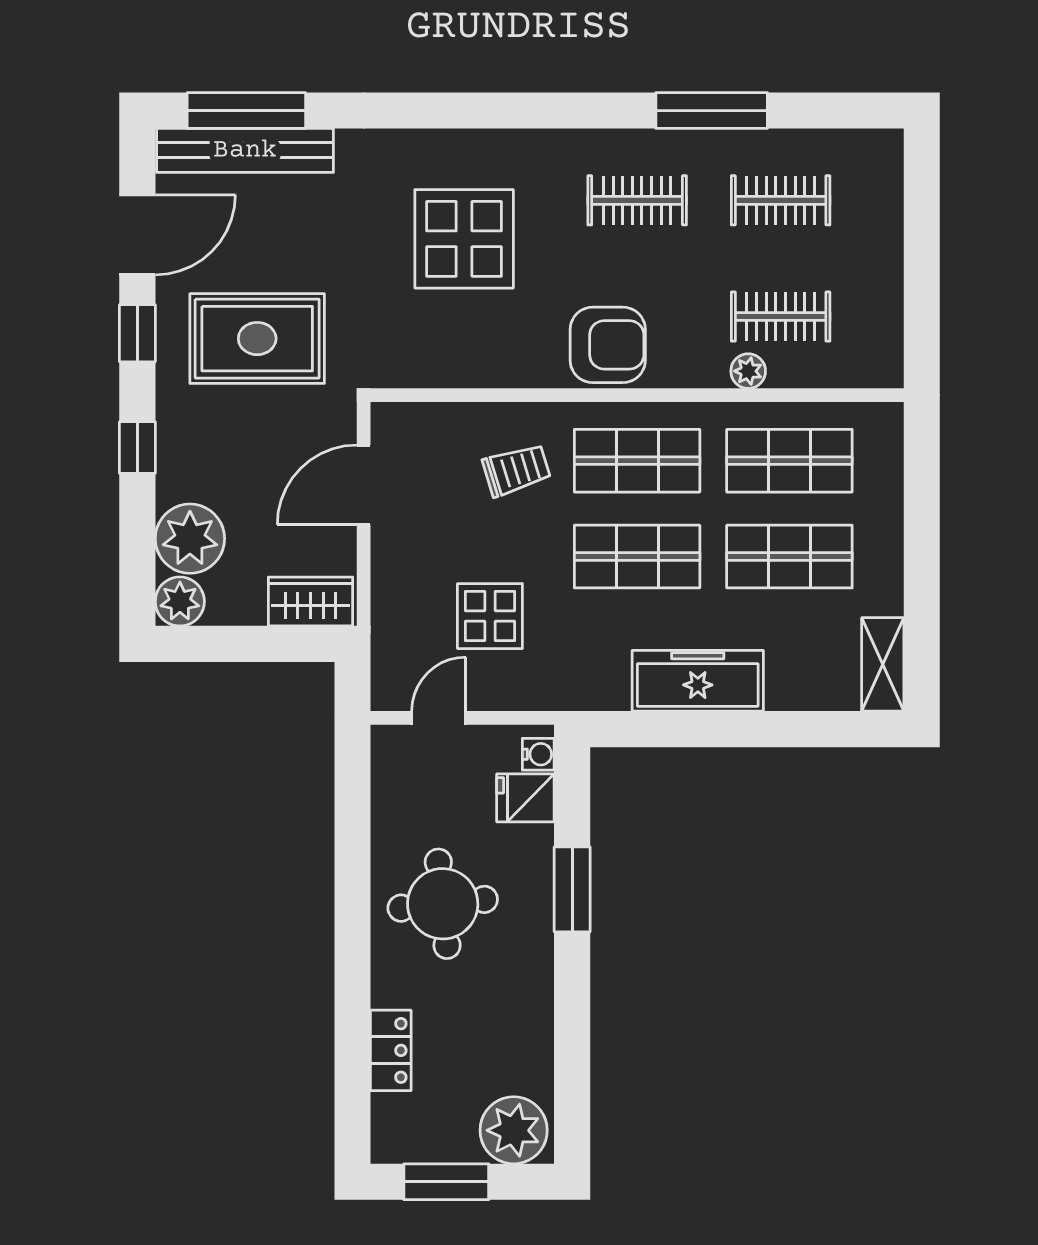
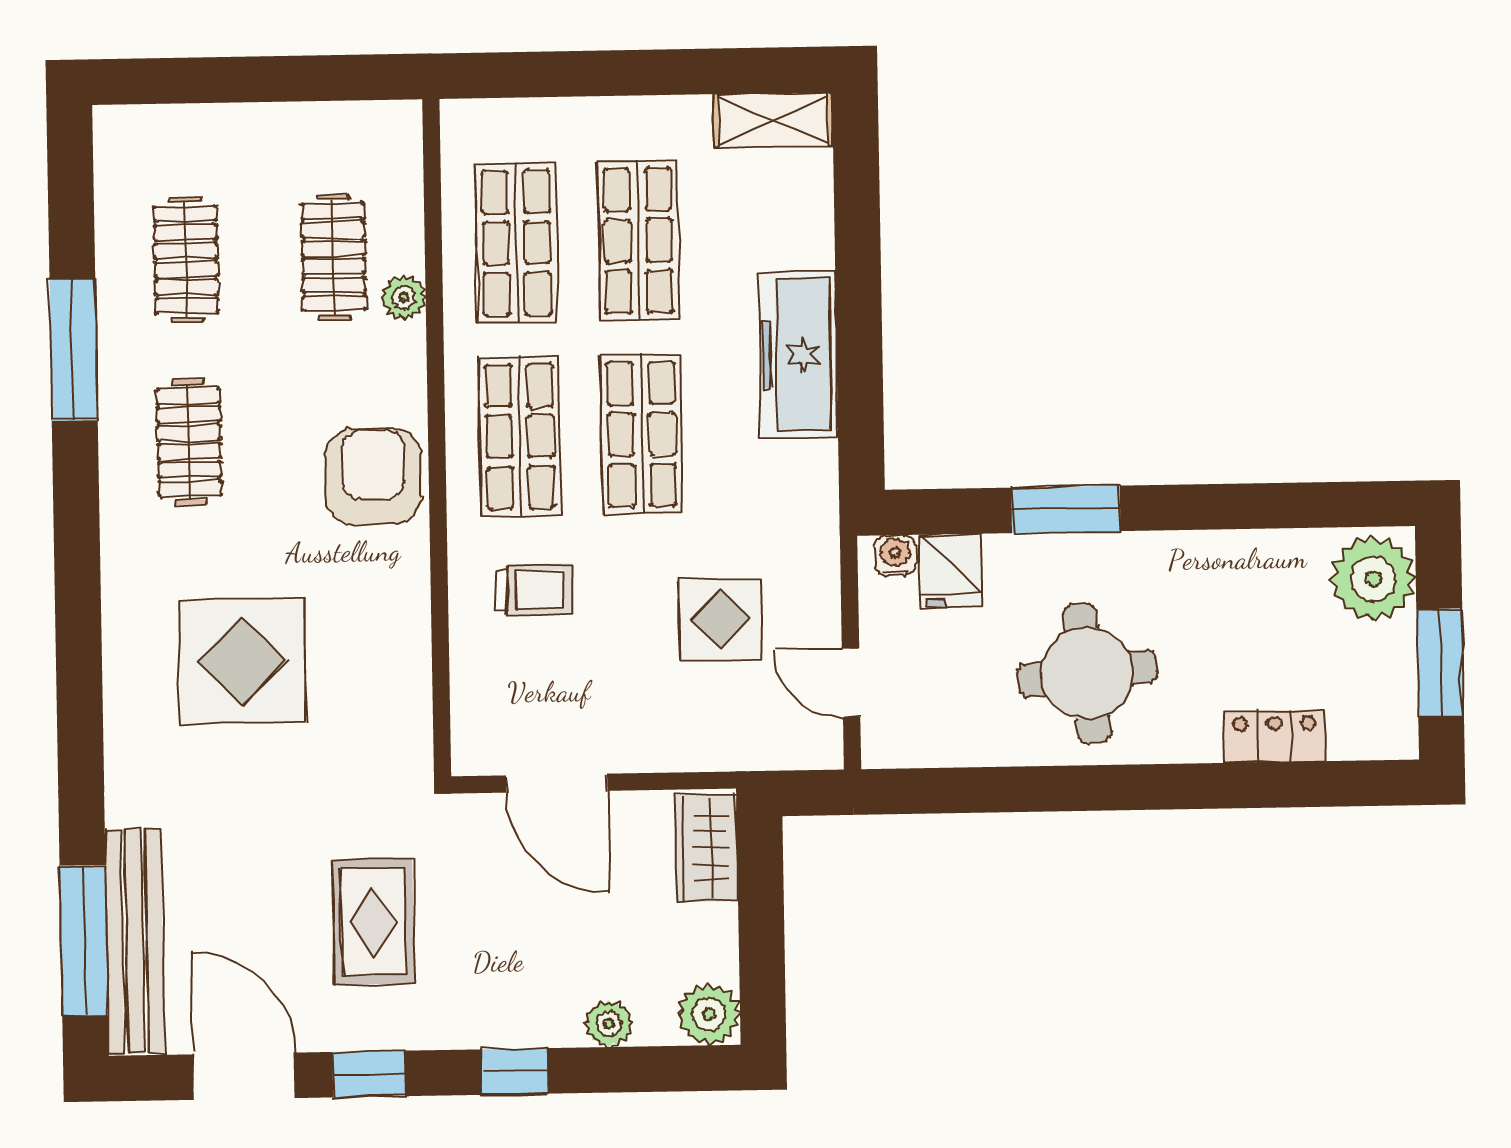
rug: (257, 339) -> (373, 922), width x0.73, depth x0.70
trolley: (516, 470) -> (535, 589), turned 107
plant: (190, 539) -> (609, 1024), width x0.53, depth x0.53

